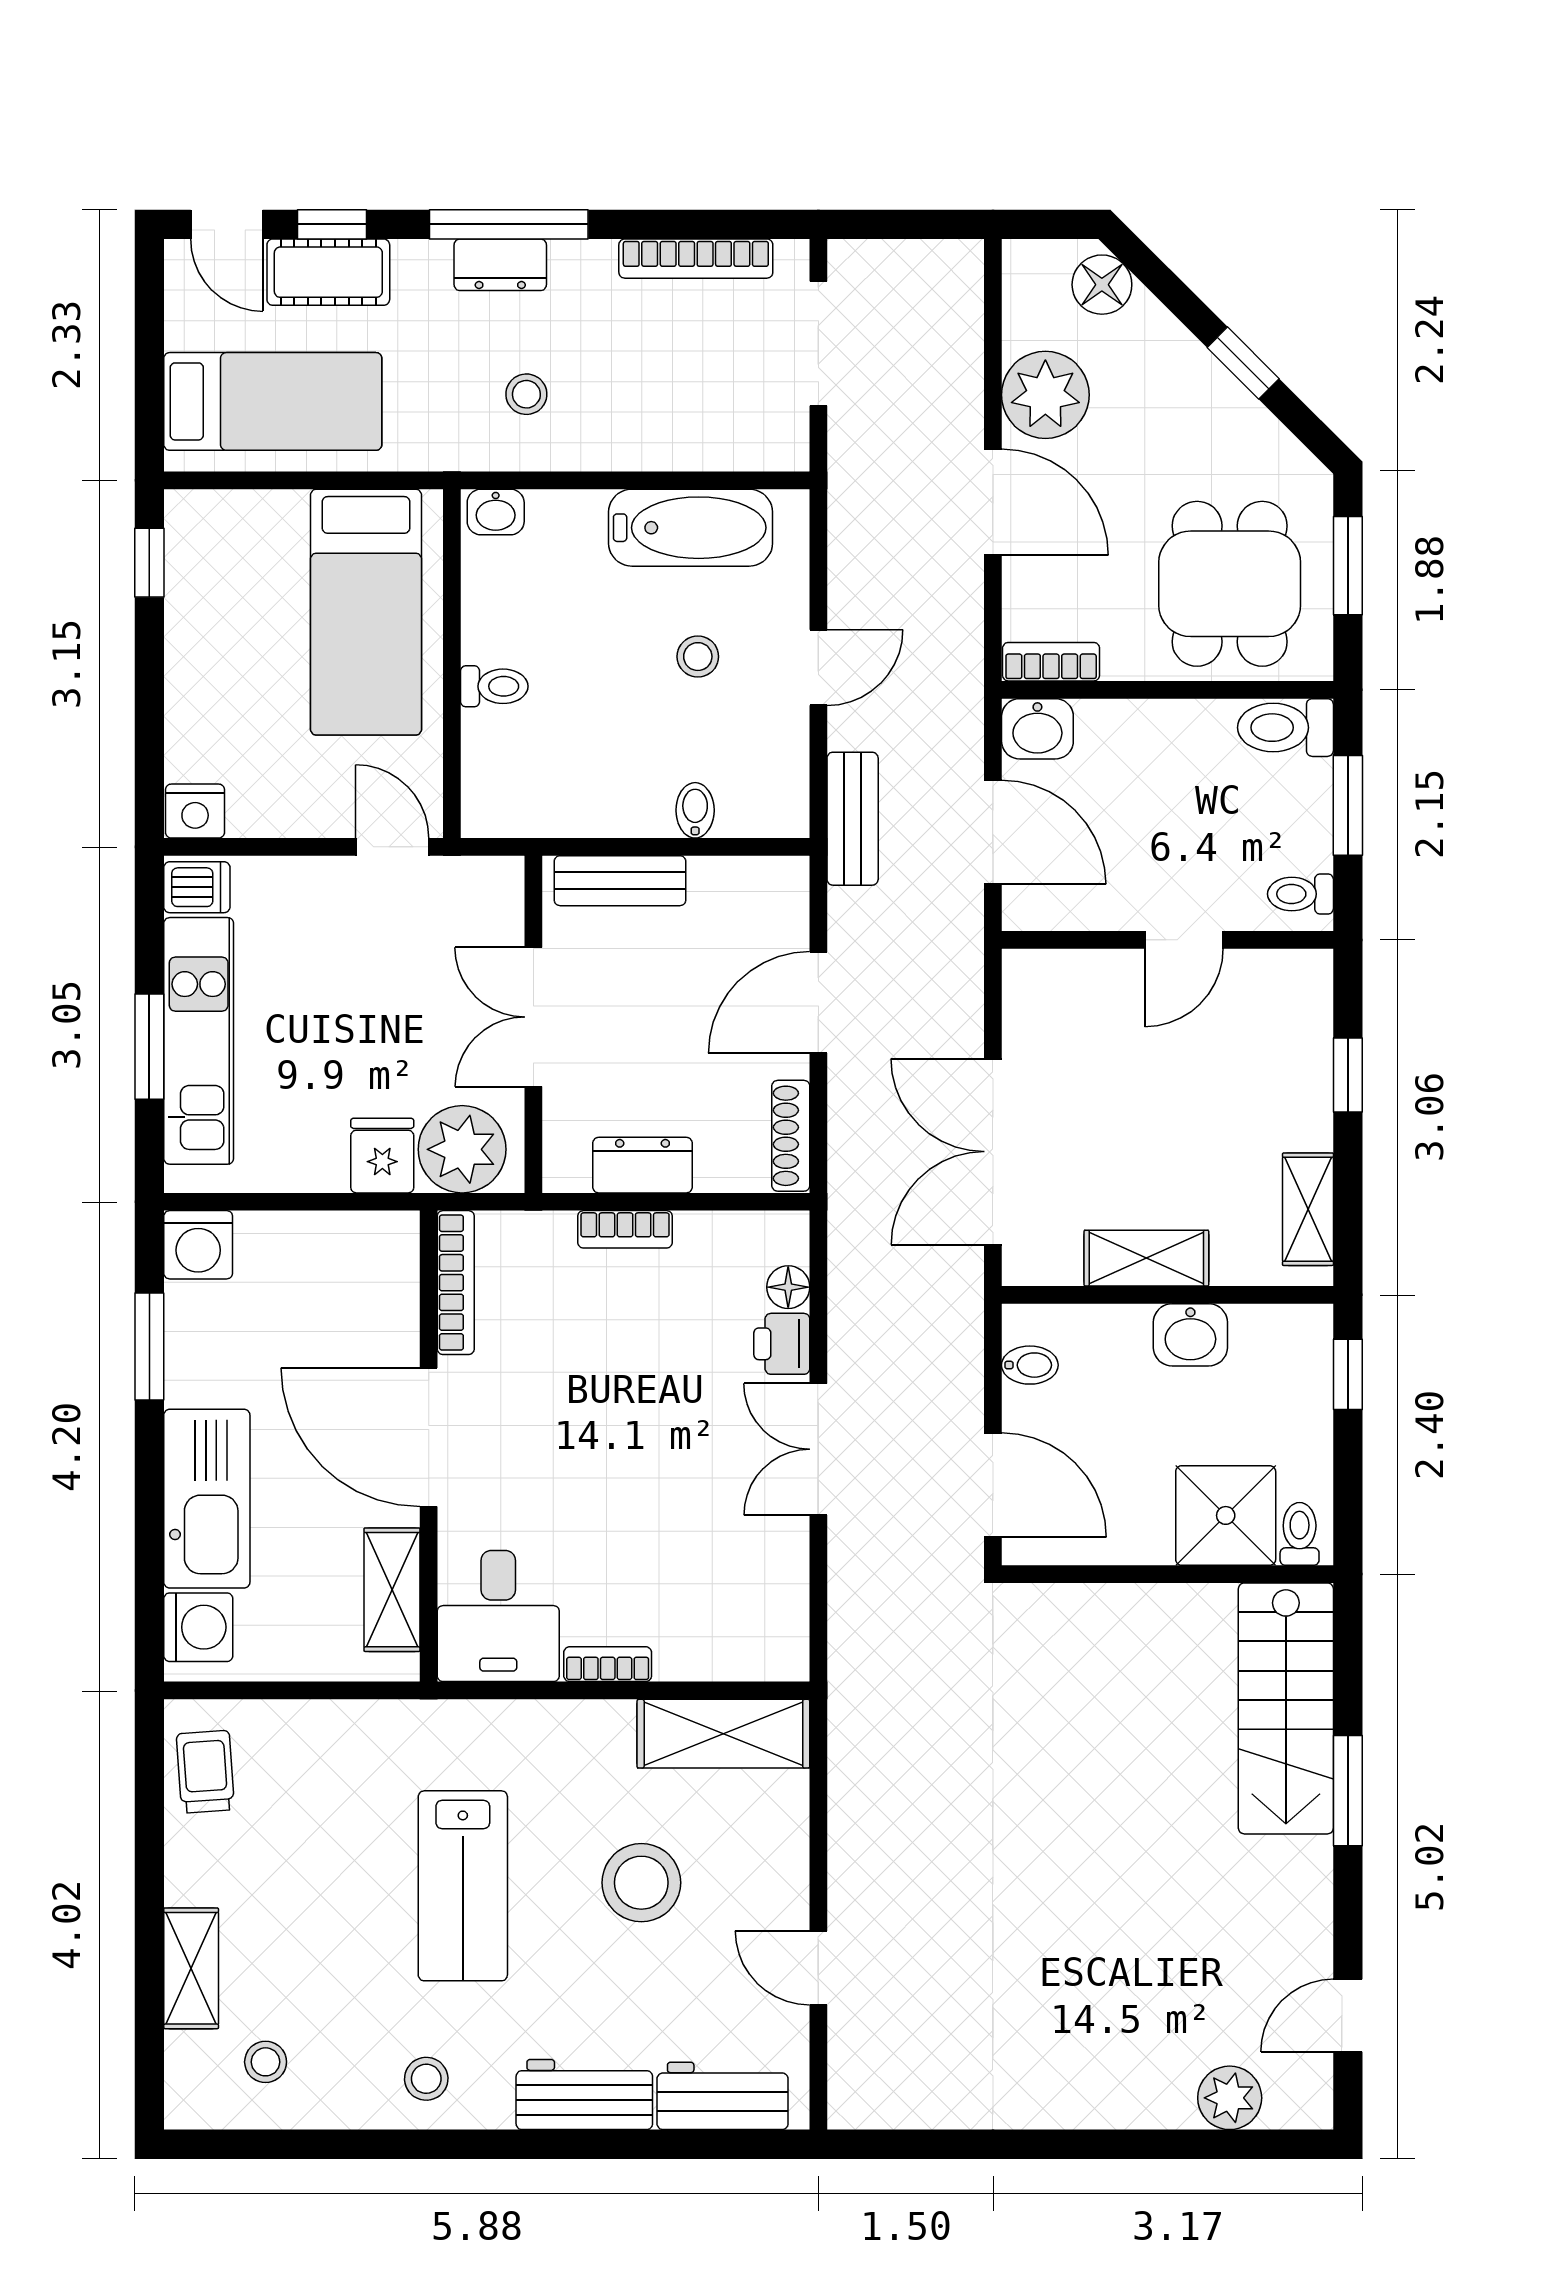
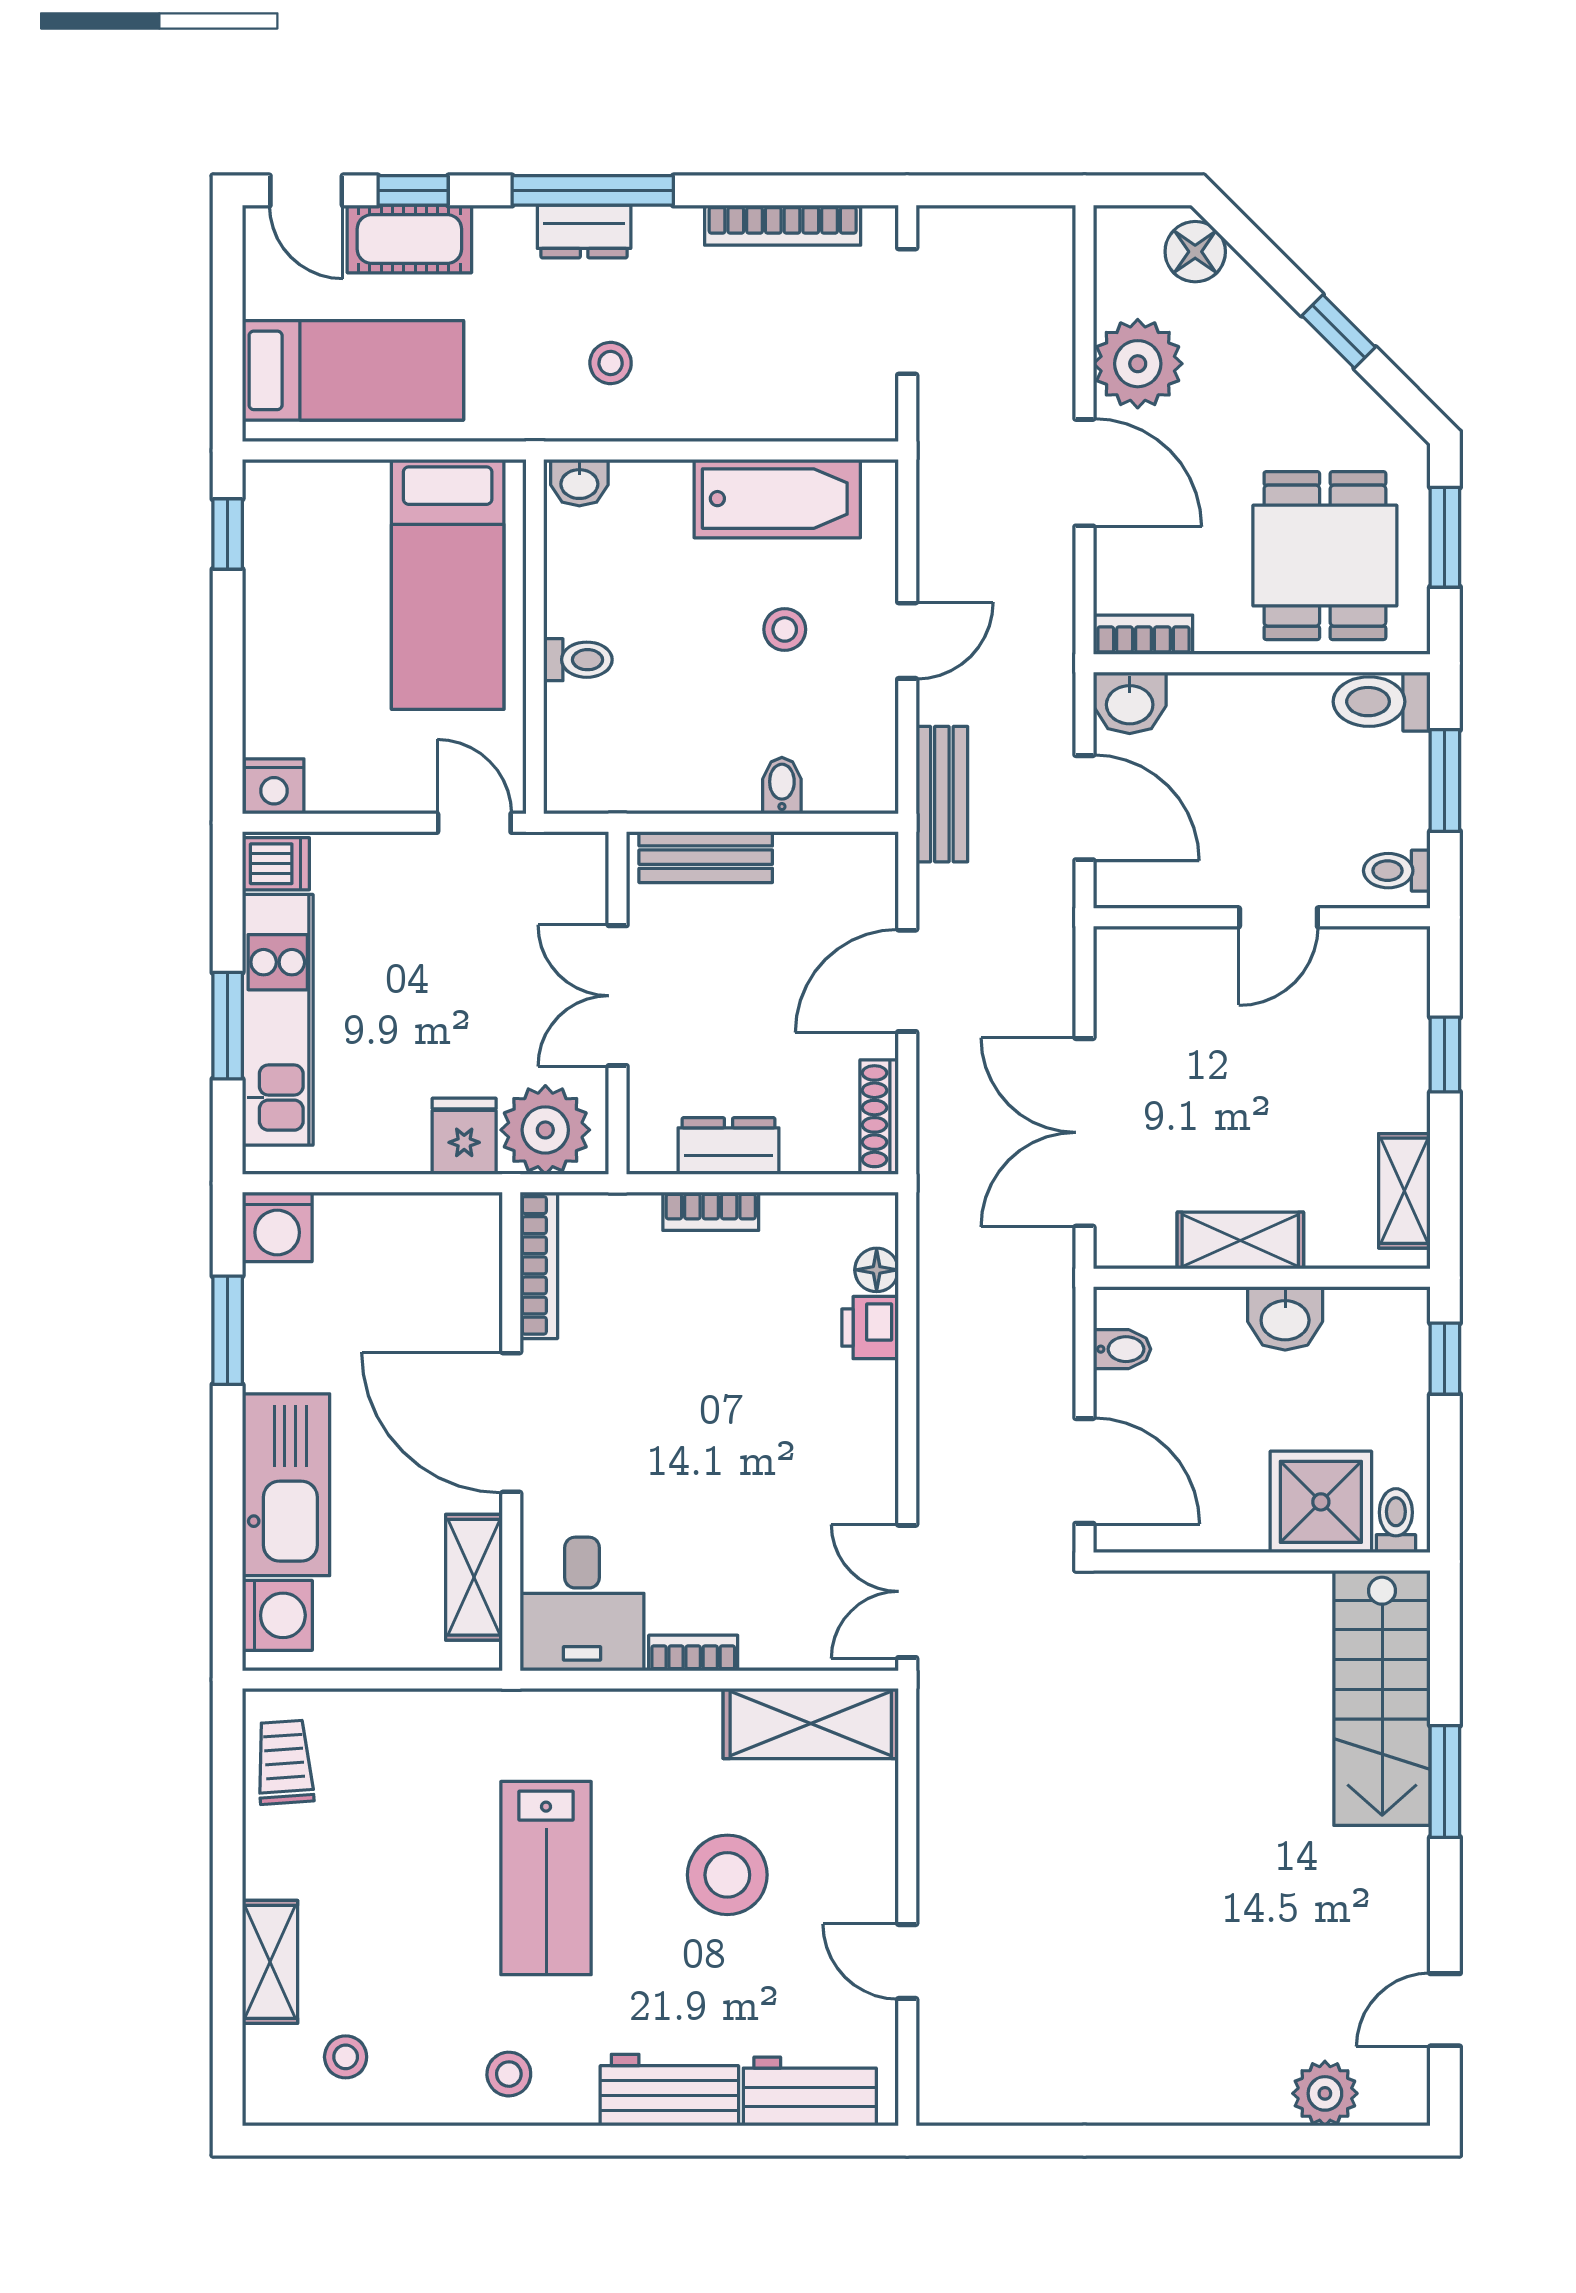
double door: (818, 1449) -> (907, 1591), moved

